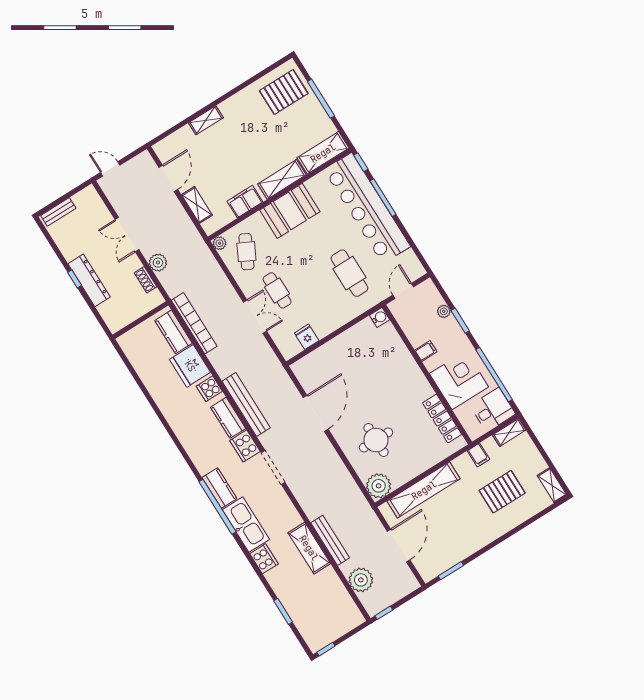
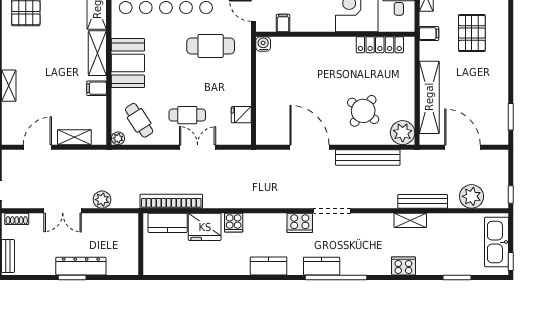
door: (168, 178) -> (37, 147), hinge flipped
filing cabinet: (245, 202) -> (97, 88), width x0.50
cafe table: (246, 252) -> (139, 120), turned 30
window: (75, 279) -> (72, 277), width x1.50
shoe rack: (146, 280) -> (17, 219), moved
filing cabinet: (426, 351) -> (283, 23), moved
bench: (246, 405) -> (368, 158), moved
kitchen counter: (228, 418) -> (269, 266), moved, turned 180
round table: (376, 440) -> (363, 111), turned 37
kitchen sink: (246, 525) -> (497, 242), moved, turned -90
shelving: (309, 548) -> (410, 220), width x0.67, depth x0.75

